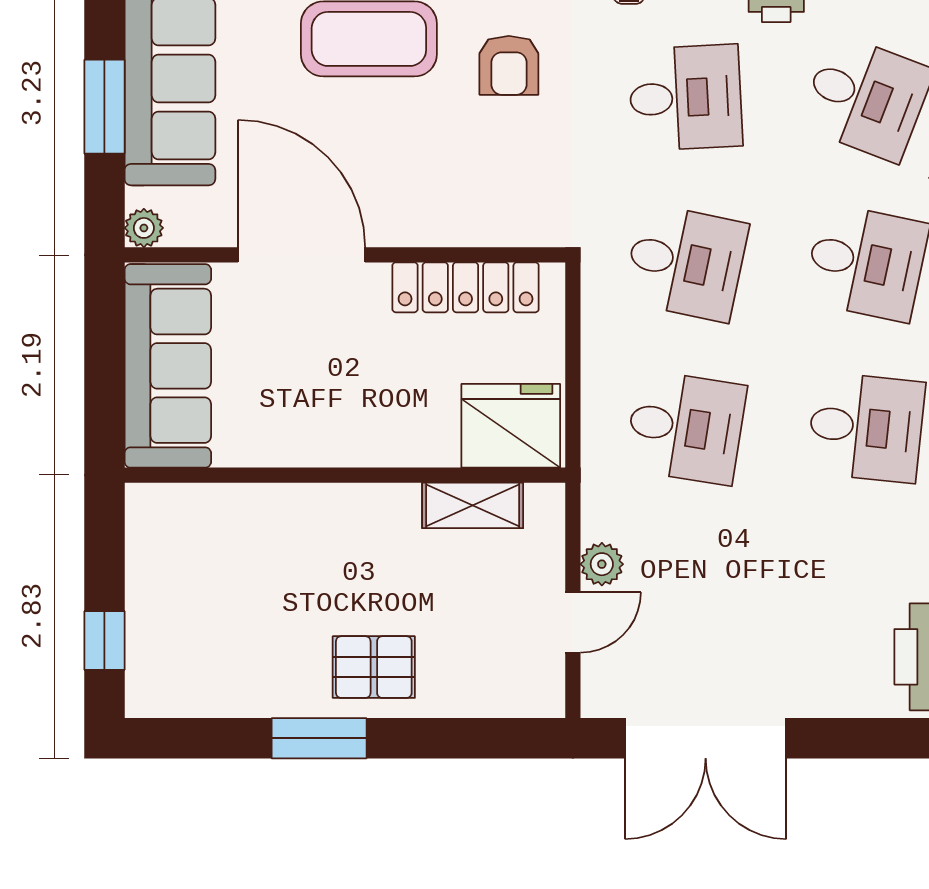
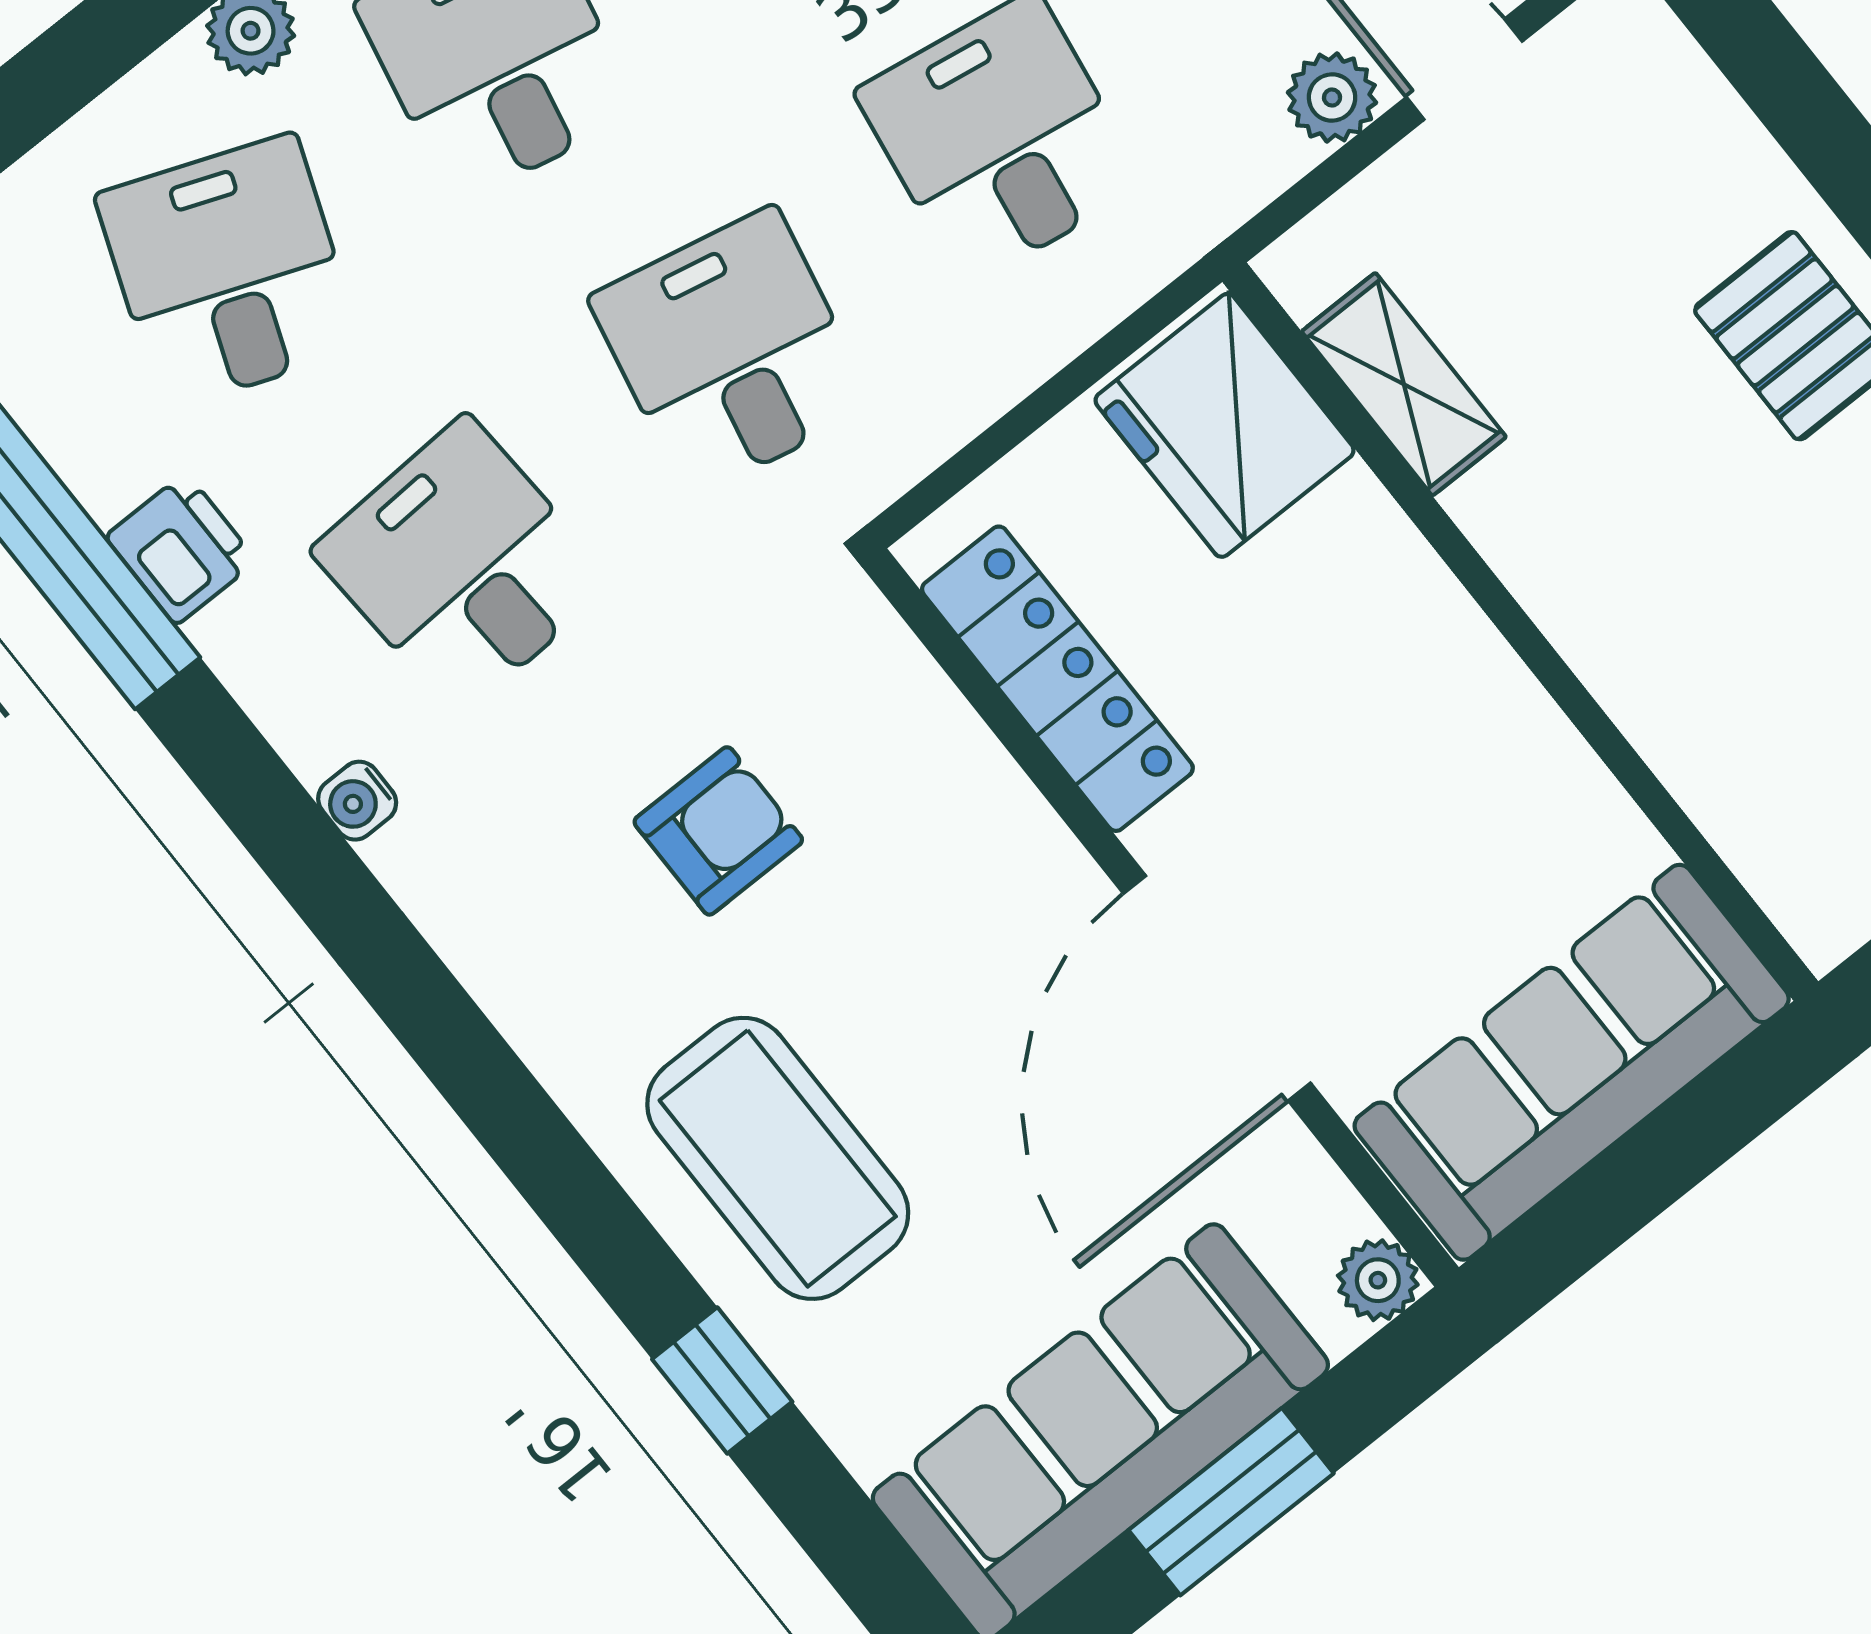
armchair: (509, 65) -> (718, 831), moved

